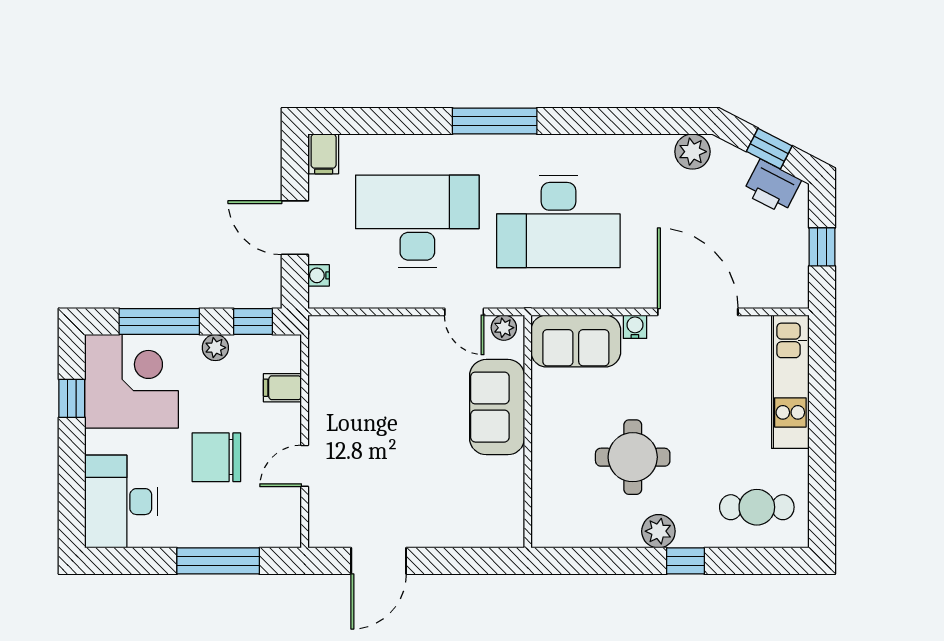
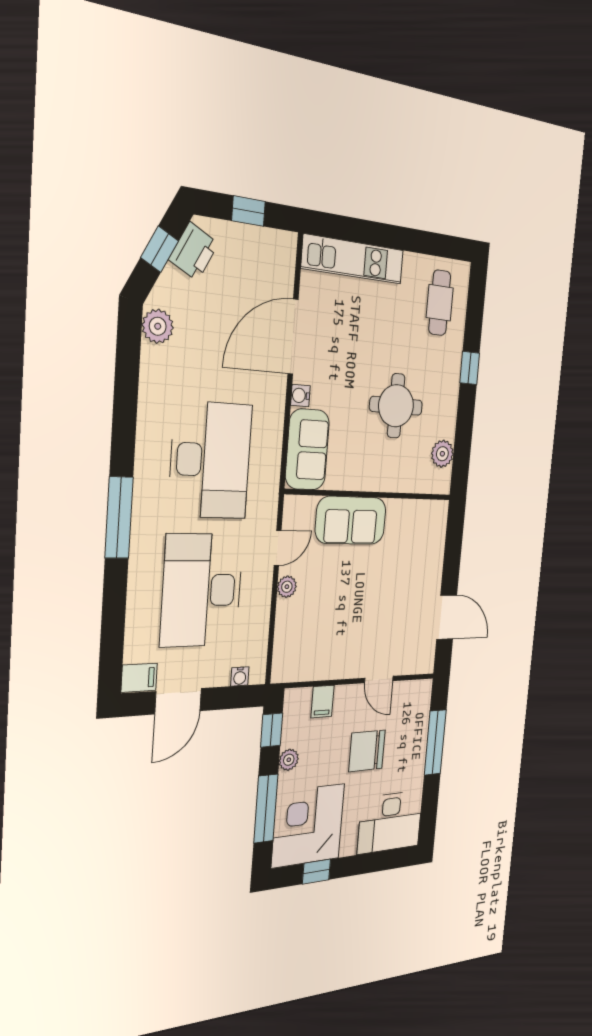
door: (295, 228) -> (178, 701), moved
plant: (504, 328) -> (287, 587), moved
chair: (216, 457) -> (367, 751), turned 90
plant: (658, 531) -> (442, 454), moved

